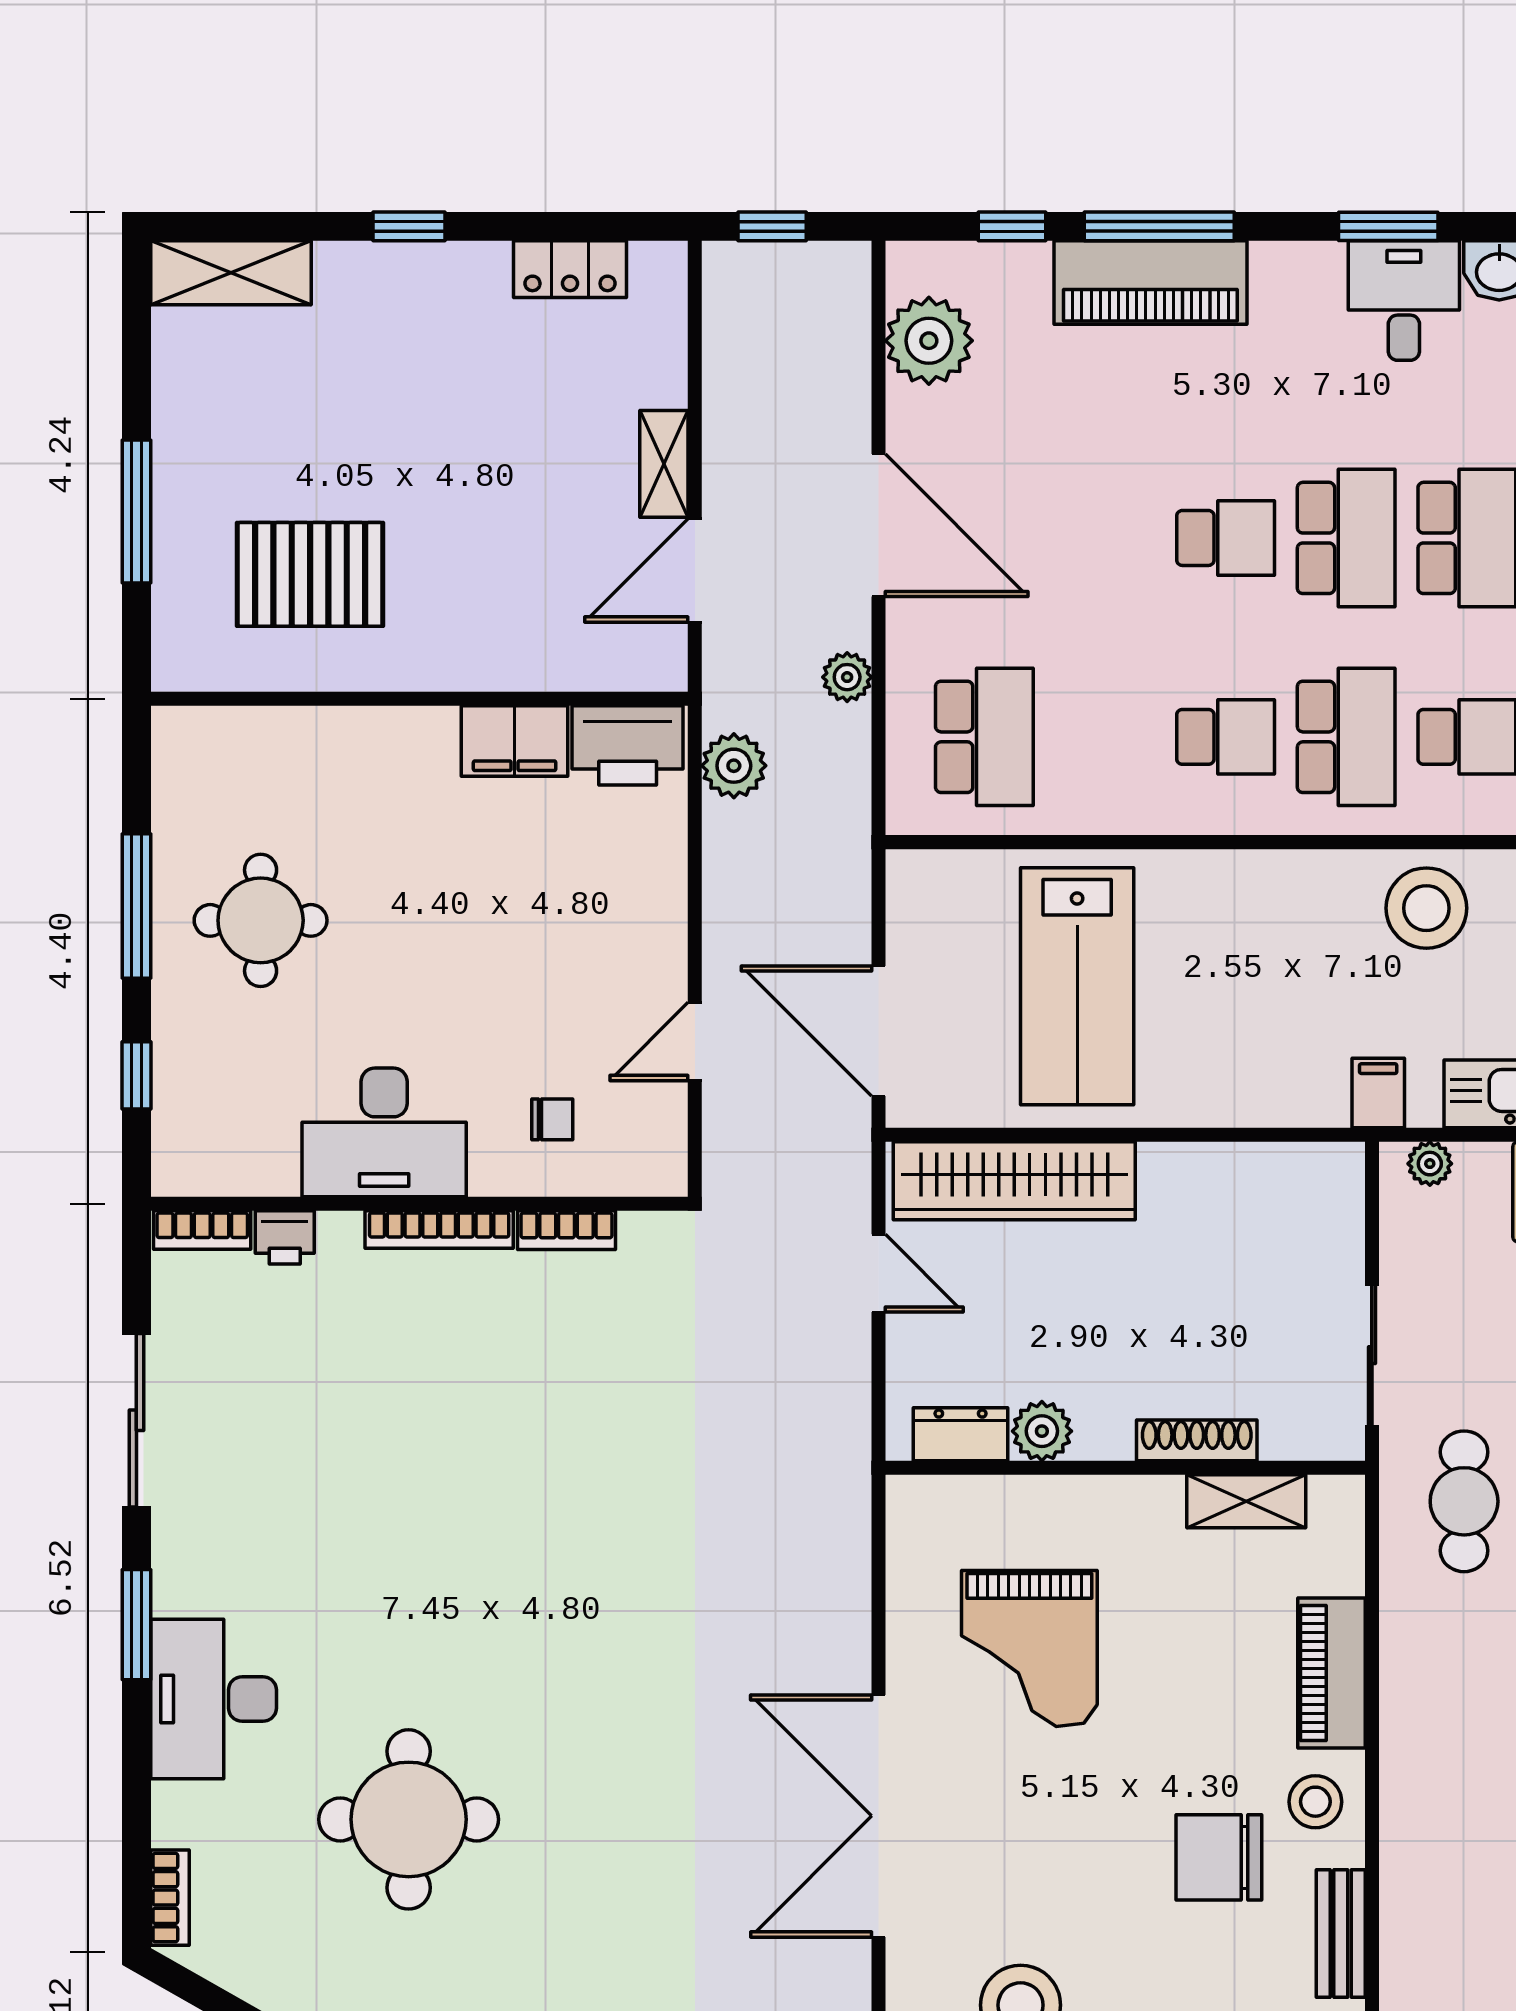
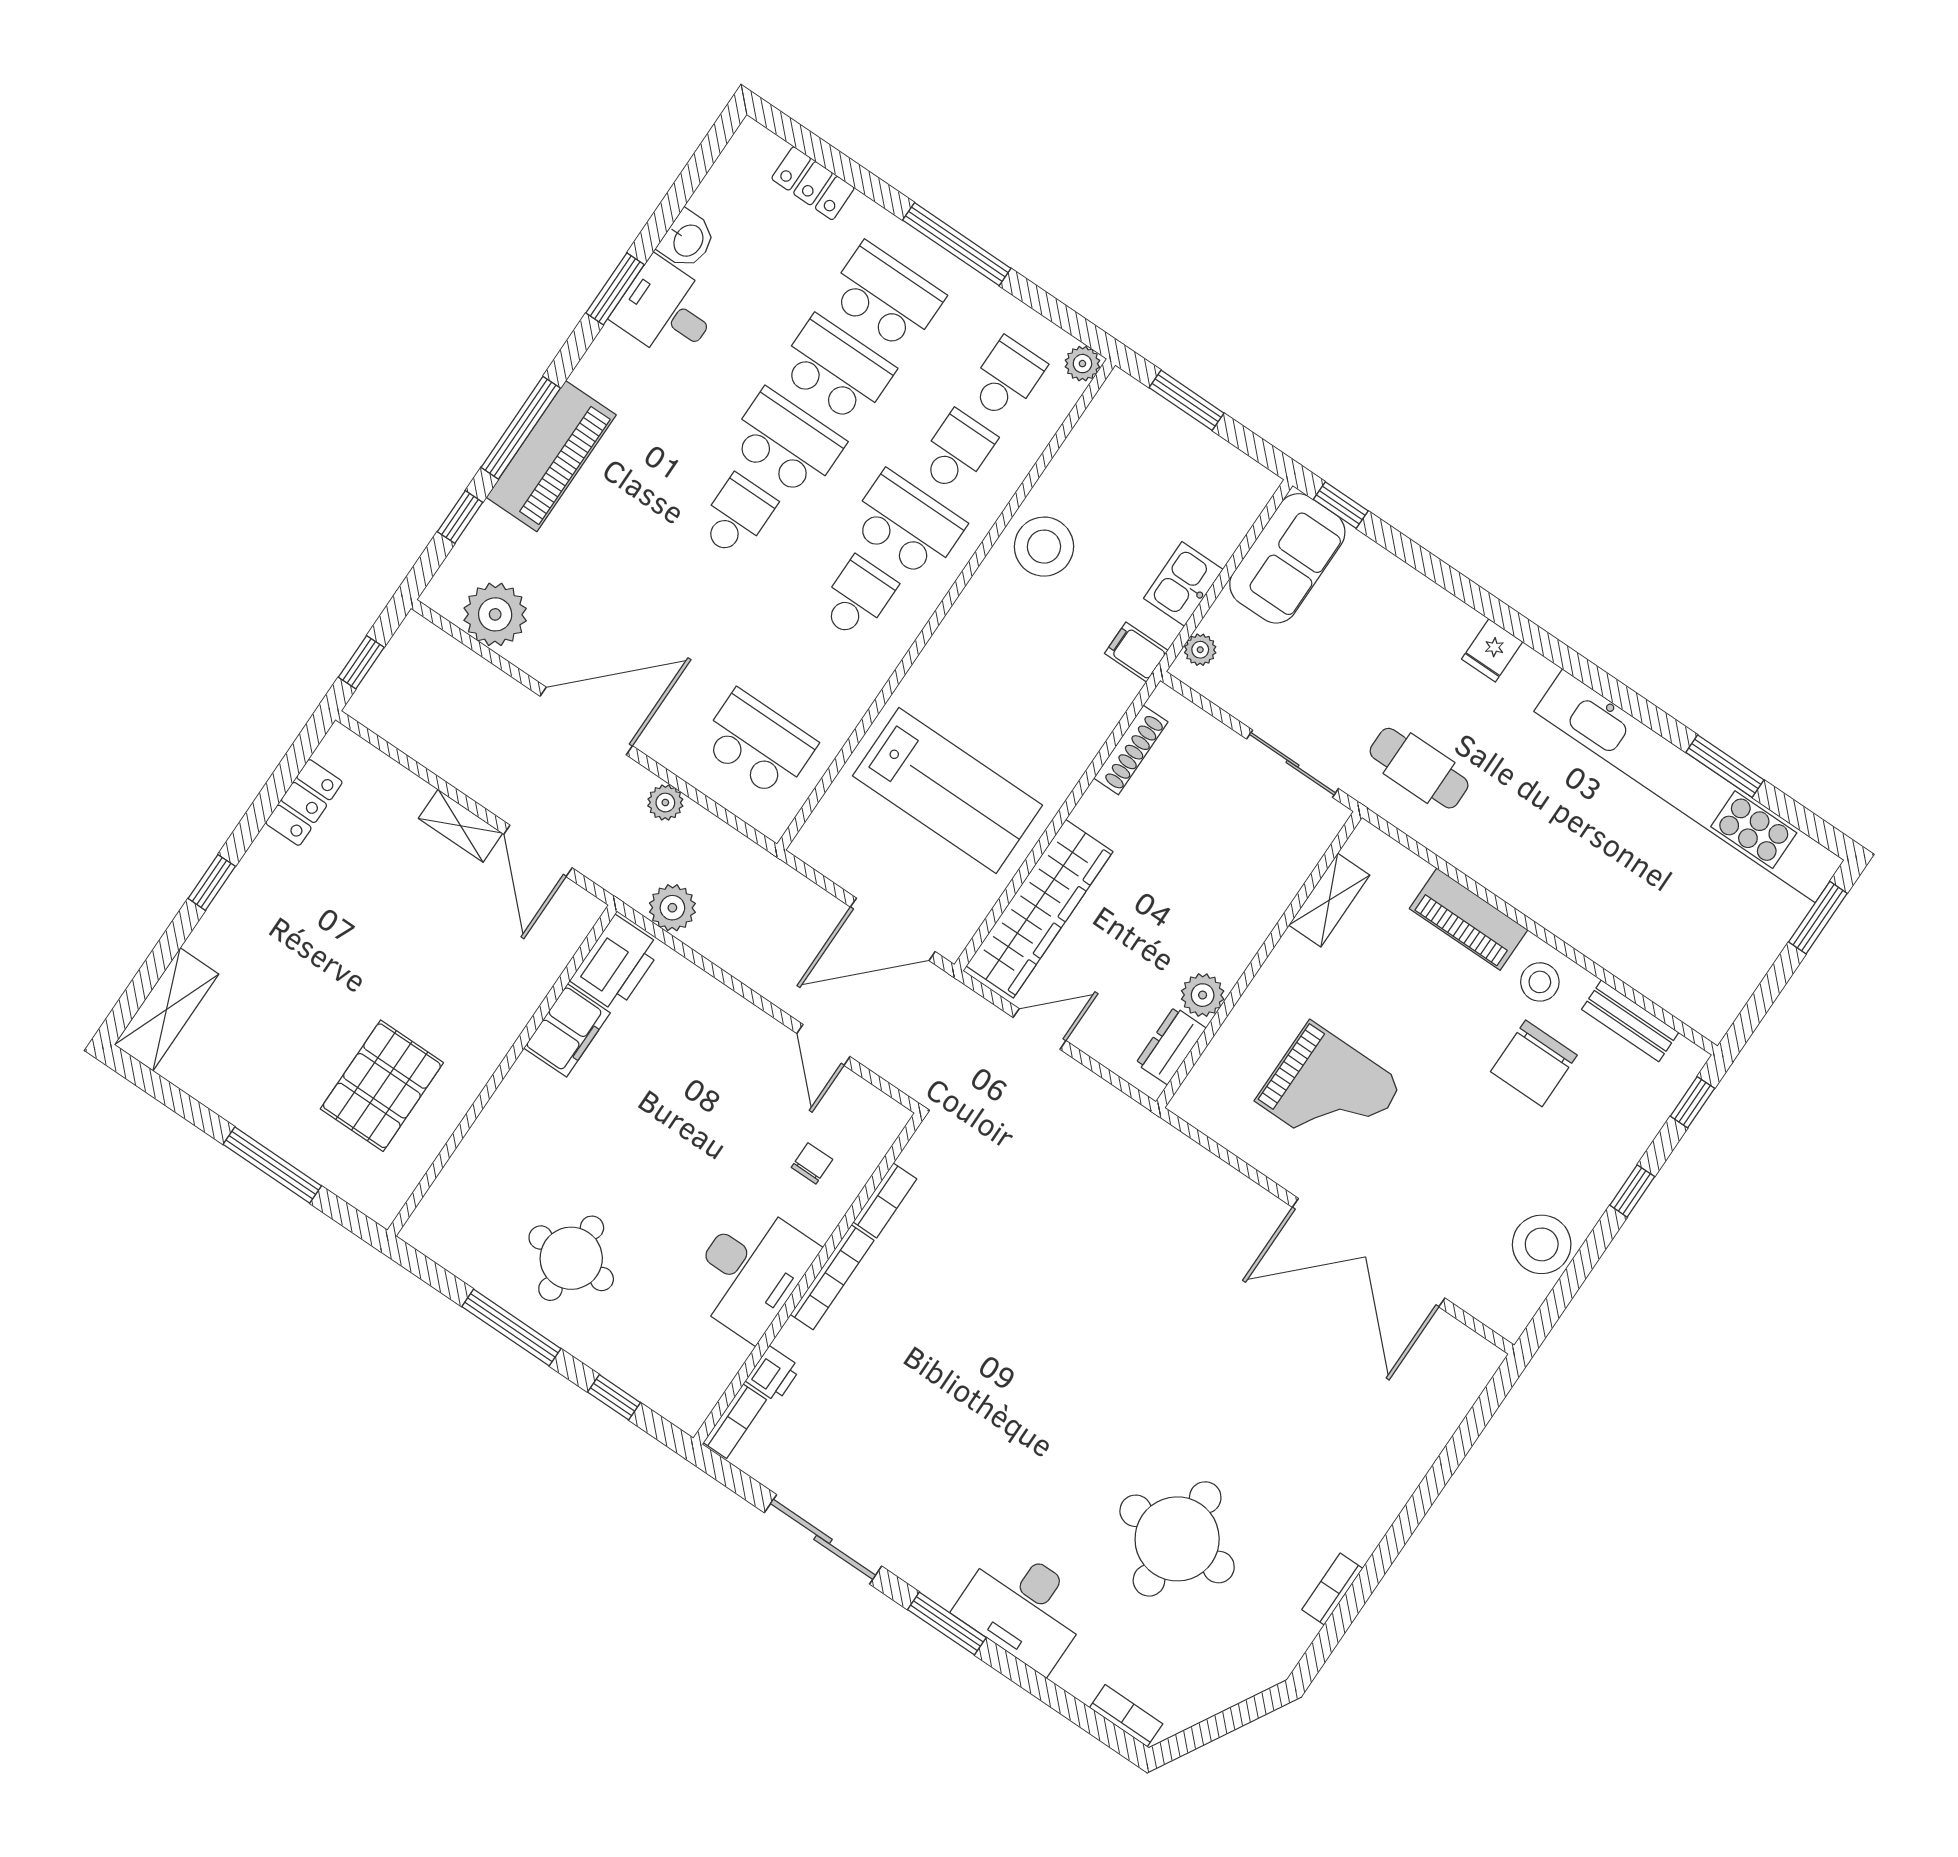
shoe rack: (1197, 1440) -> (1131, 750), moved, turned 180

